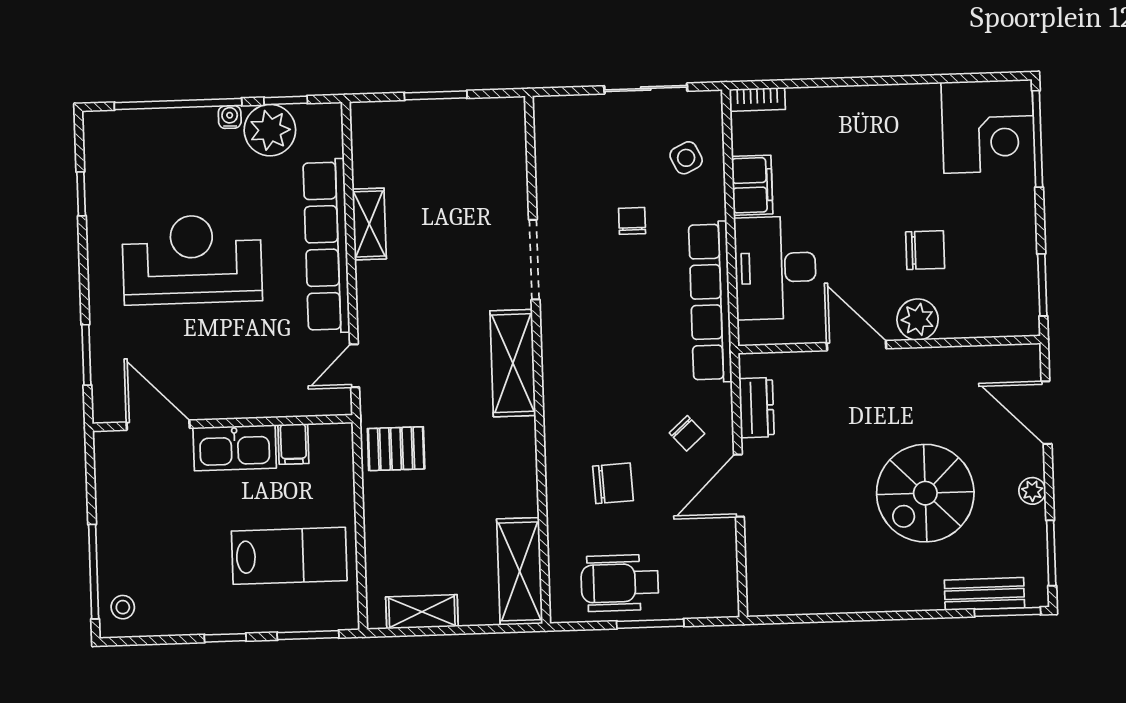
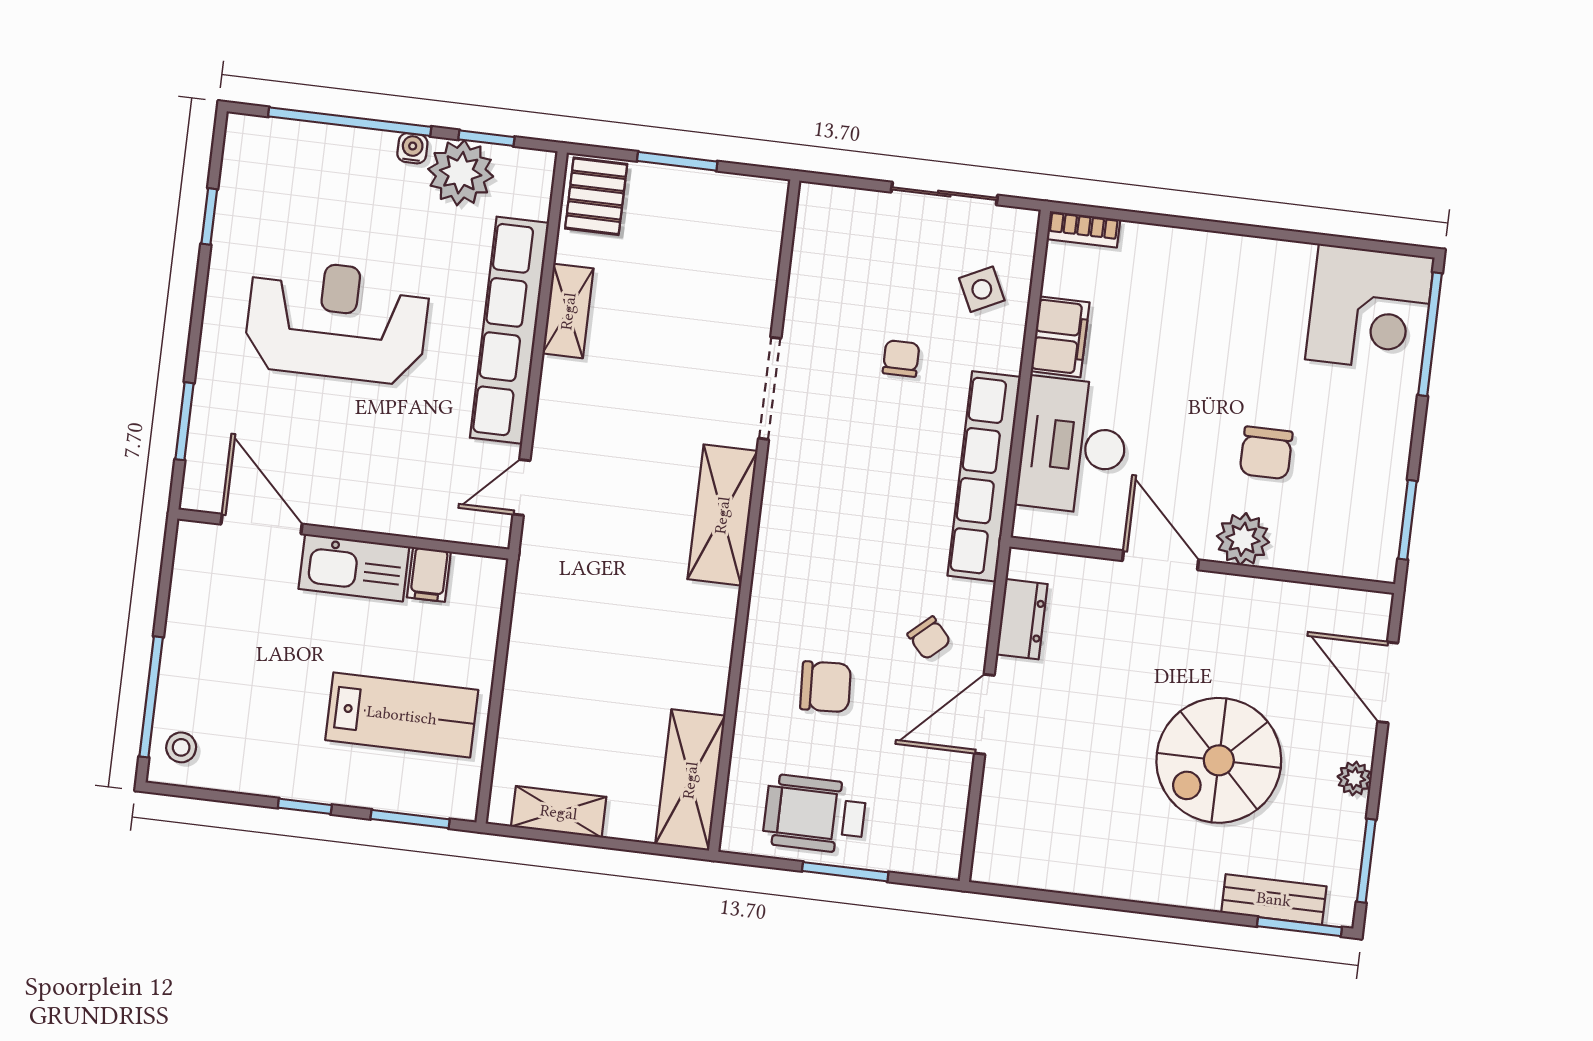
chair: (925, 250) -> (1266, 453), turned 90
pallet: (396, 449) -> (596, 196), moved, turned 90

